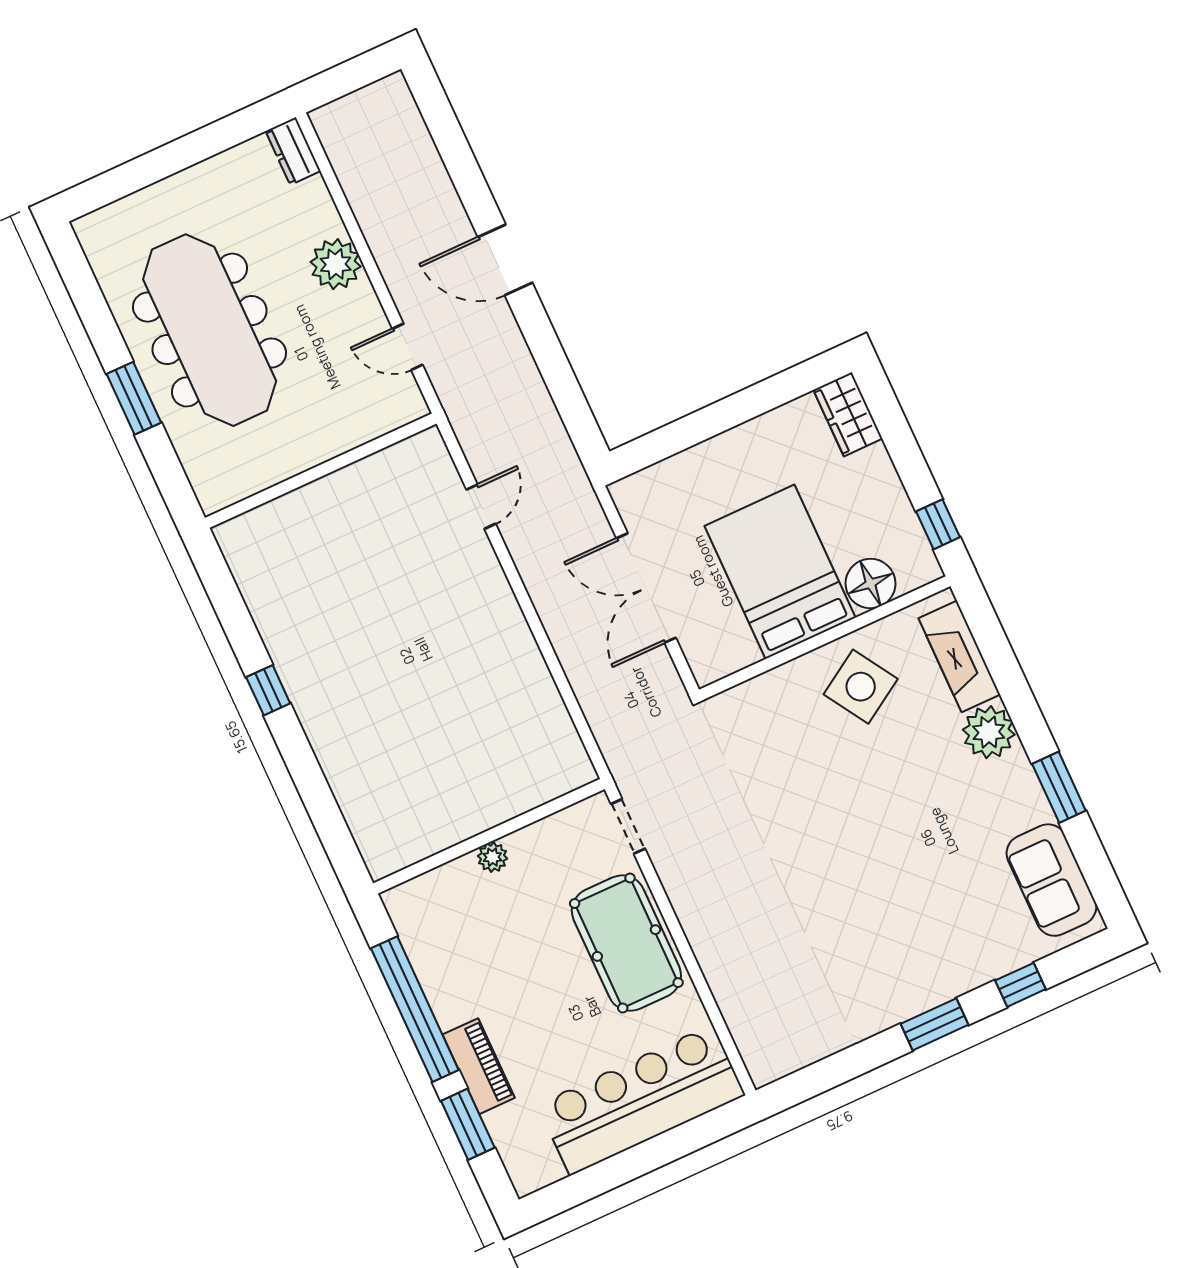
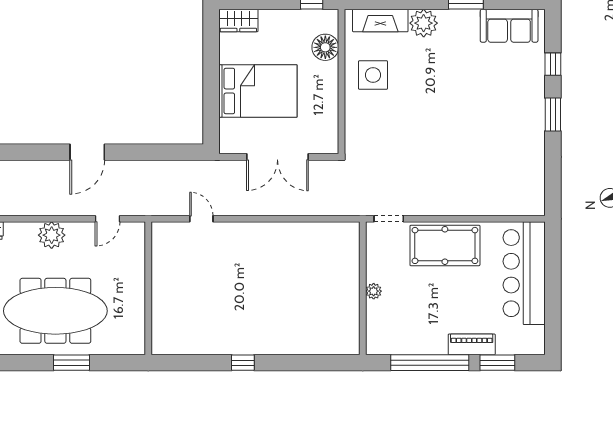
bed: (780, 572) -> (258, 91), moved, turned 180
side table: (861, 687) -> (373, 75), turned 32

